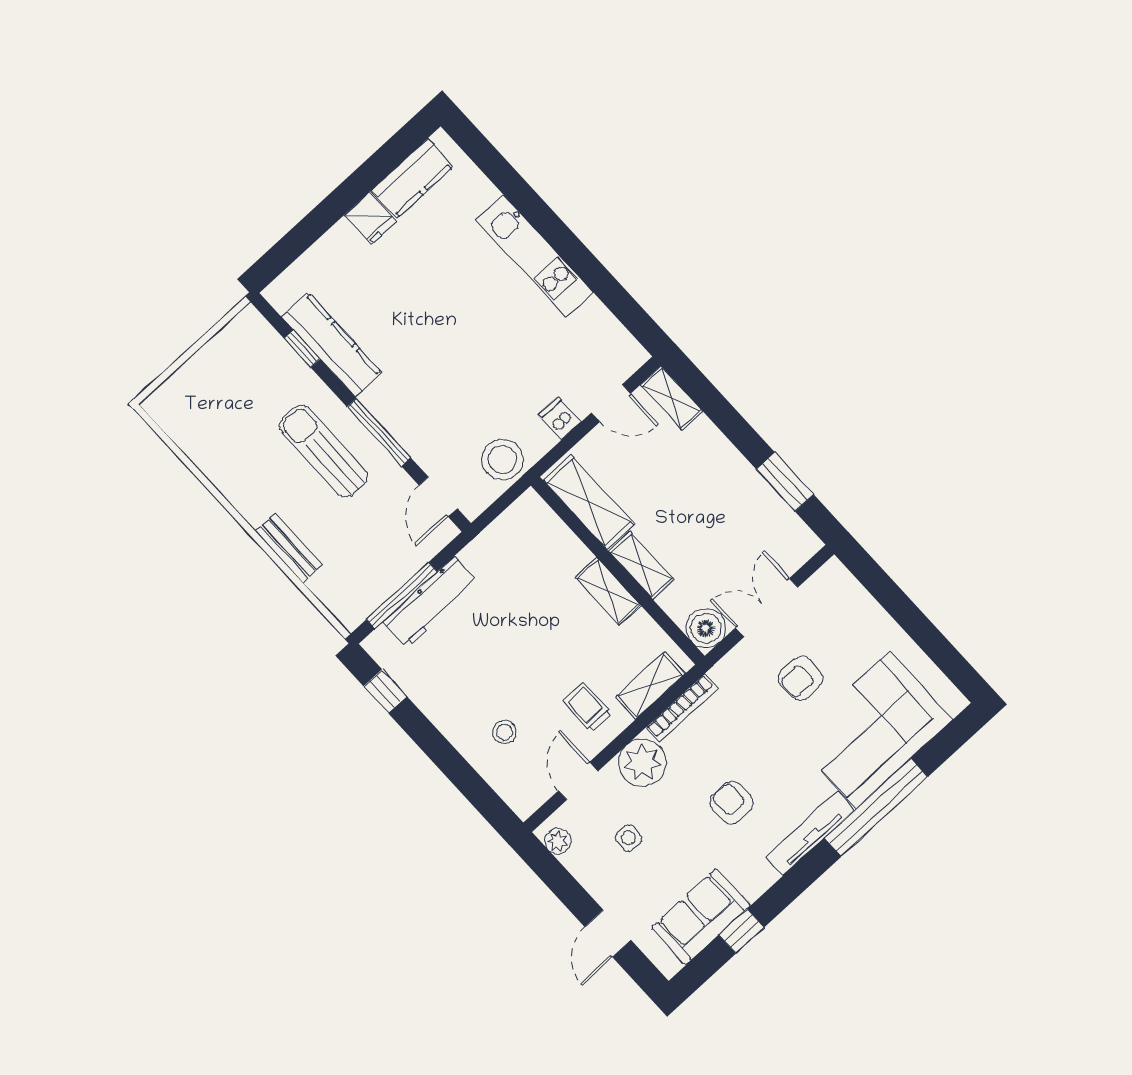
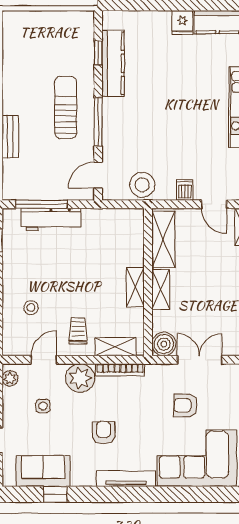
window: (876, 807) -> (166, 494), removed

